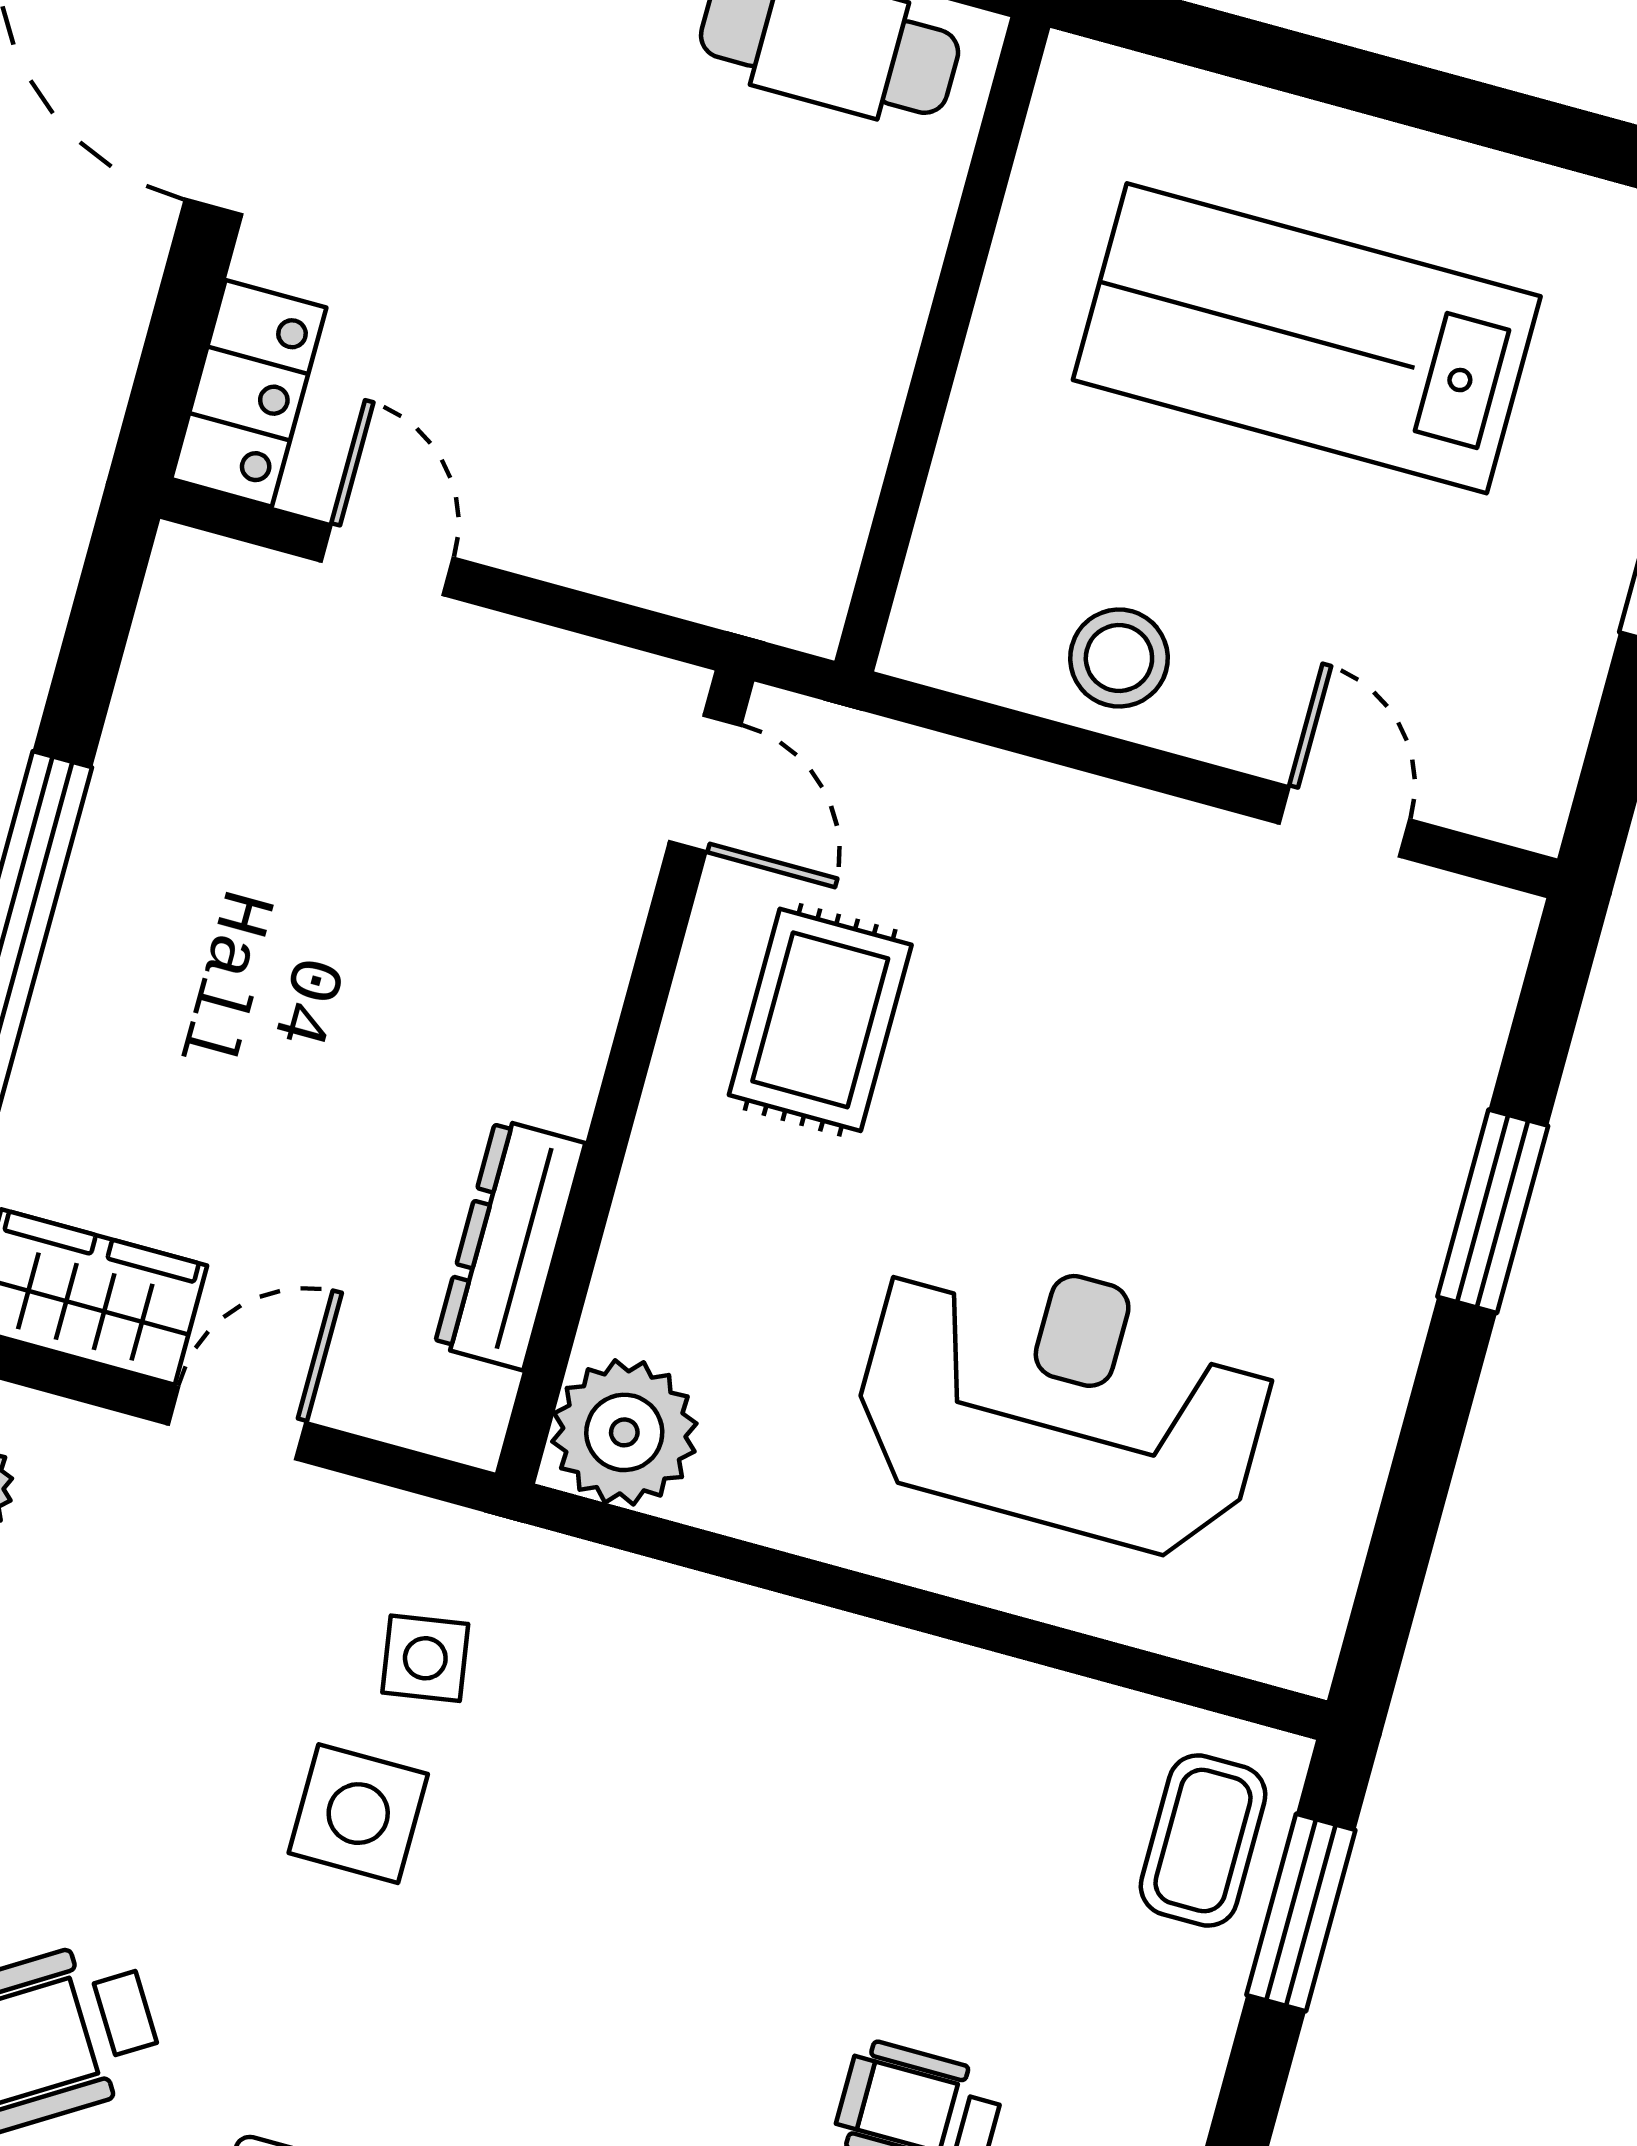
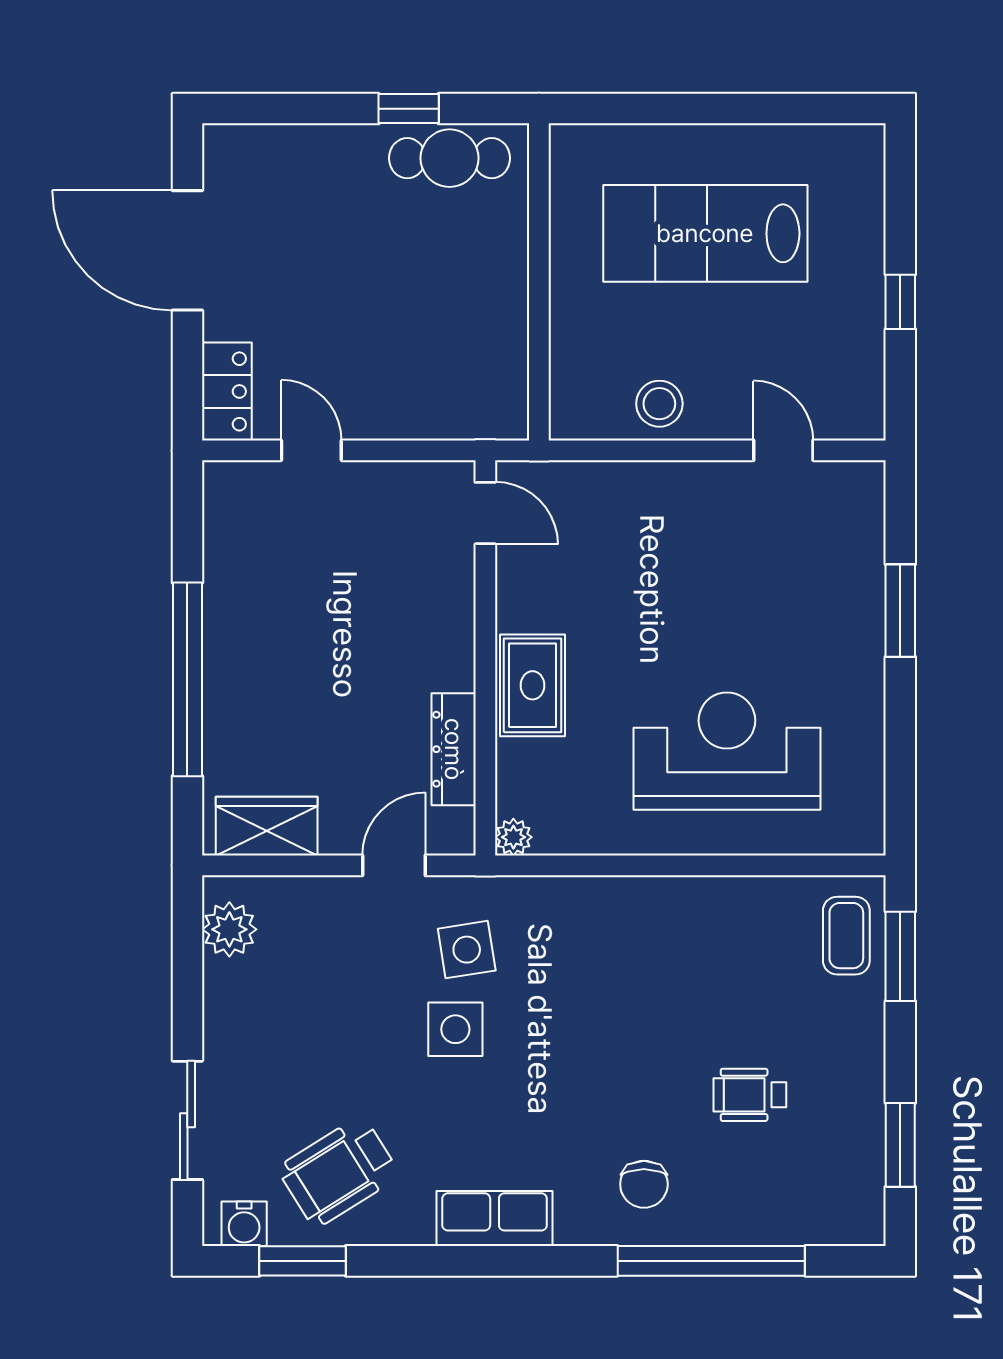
rug: (820, 1020) -> (533, 685), moved
door: (237, 1423) -> (394, 865), moved
plant: (624, 1432) -> (513, 837), width x0.53, depth x0.53
side table: (425, 1658) -> (467, 950), width x1.37, depth x1.37

